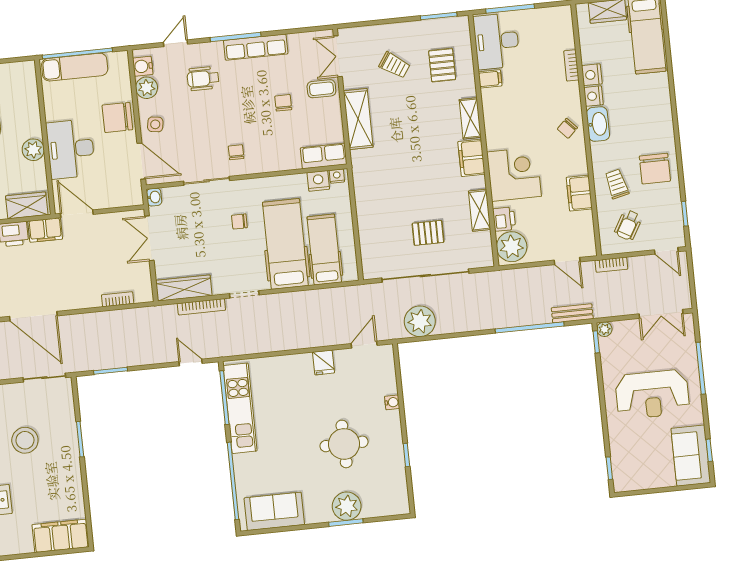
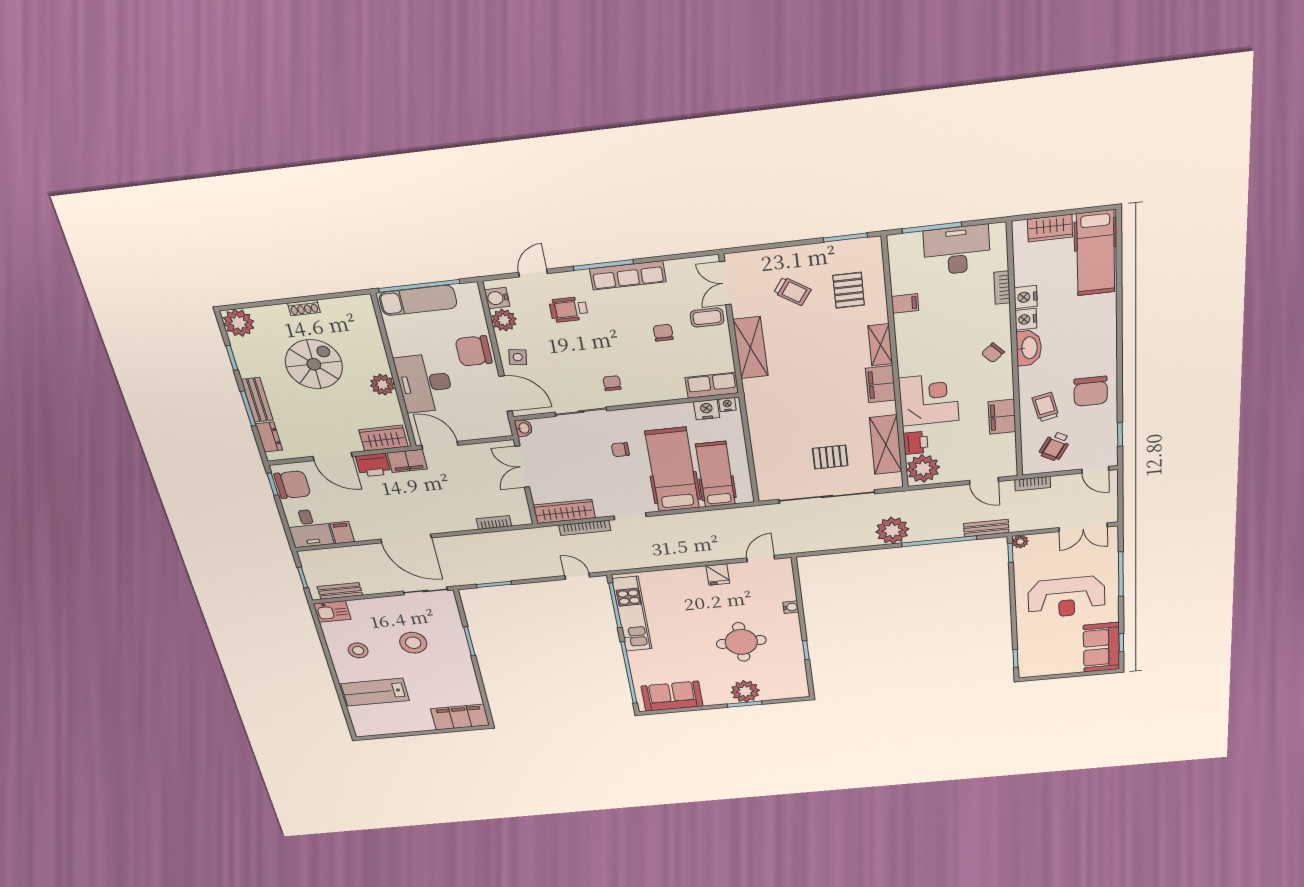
desk: (497, 41) -> (957, 250), moved, turned 90
shelving: (480, 210) -> (886, 445), width x1.50, depth x1.33
plant: (420, 321) -> (892, 530), moved

